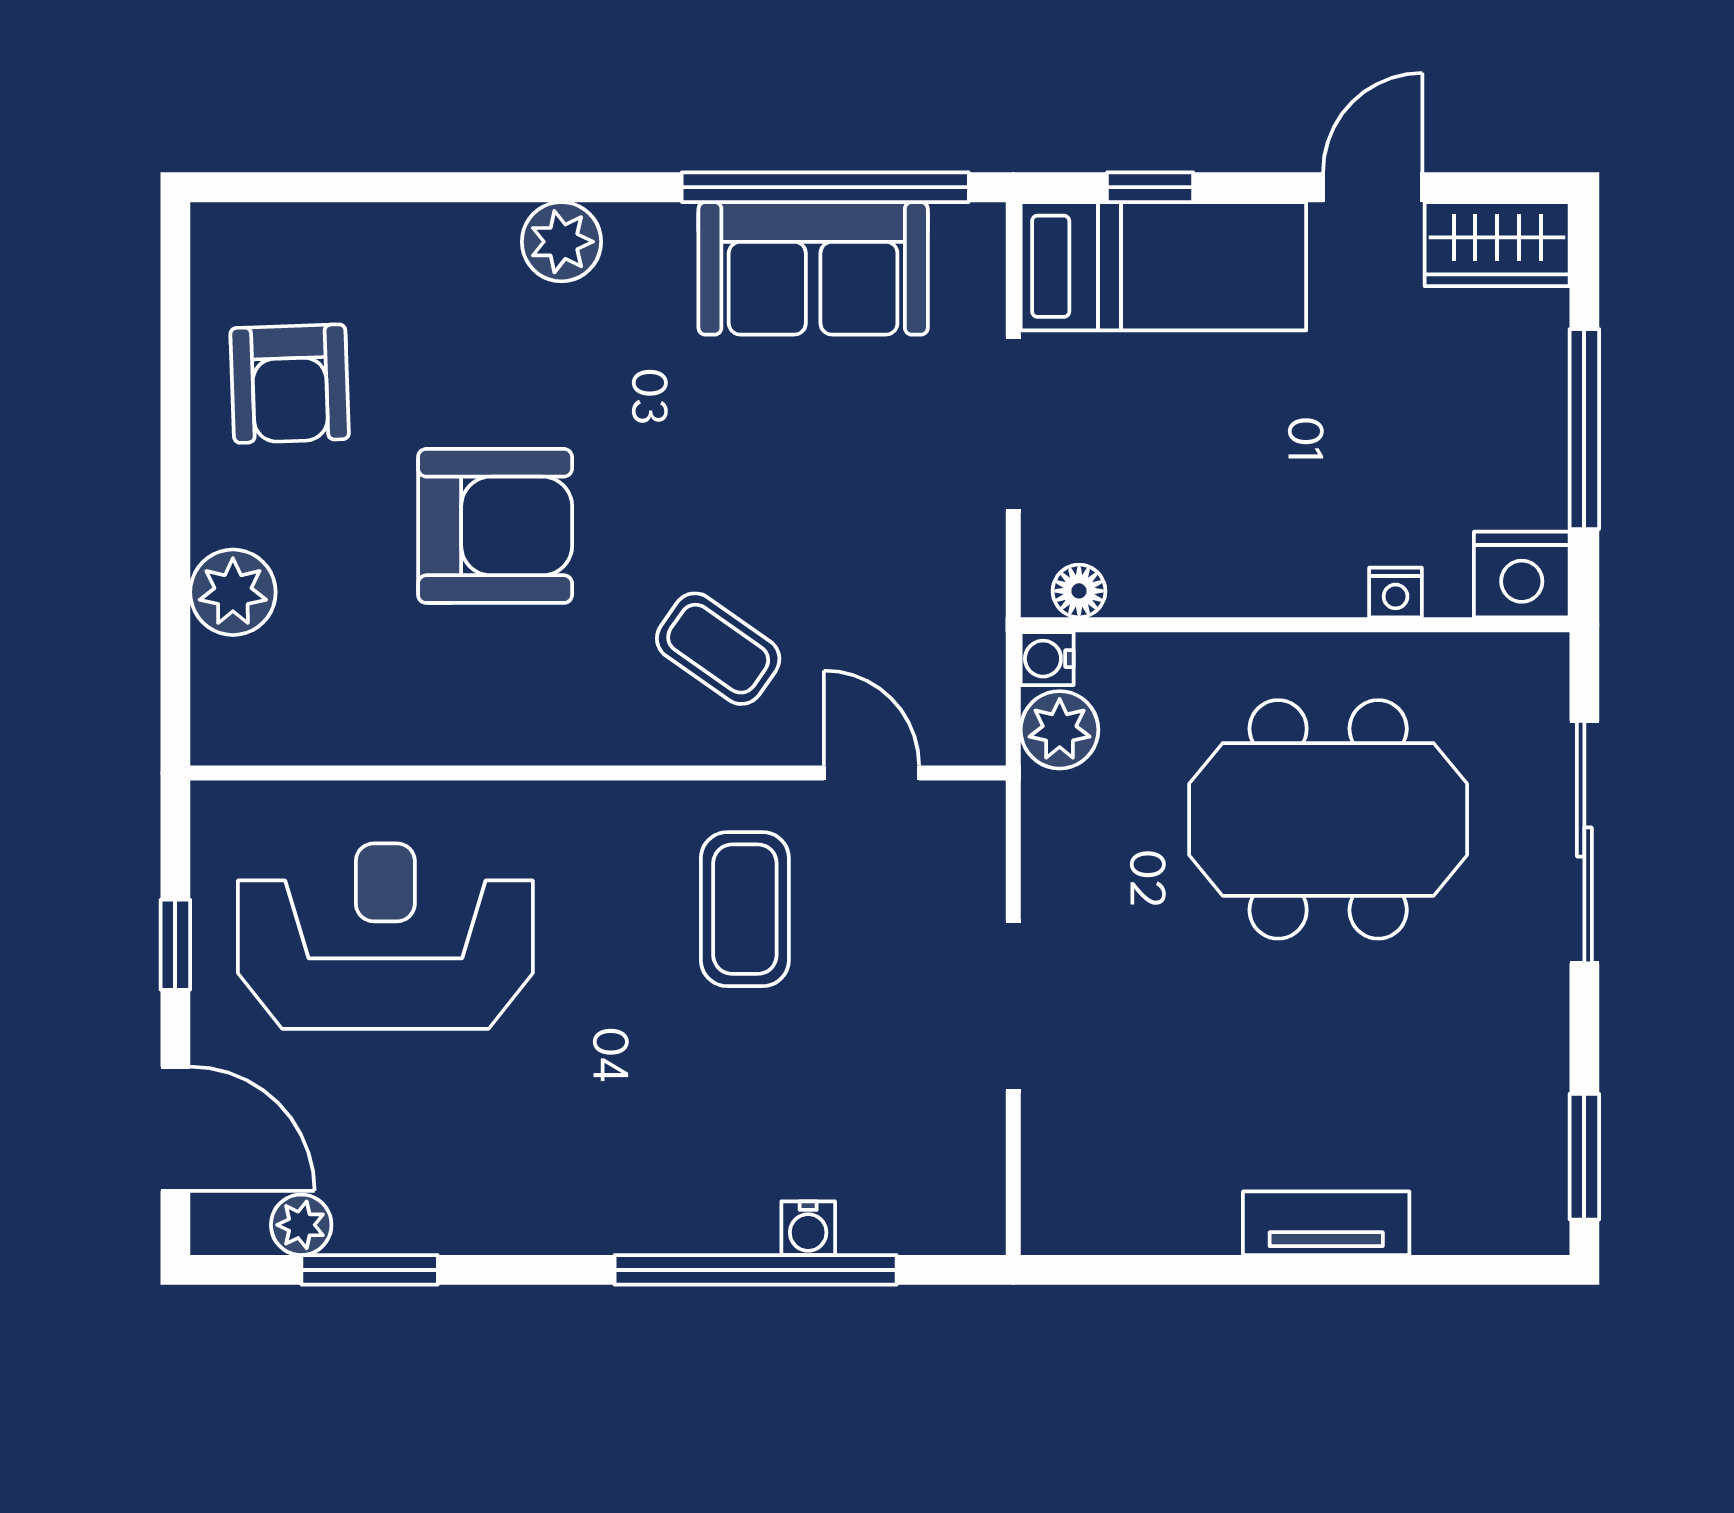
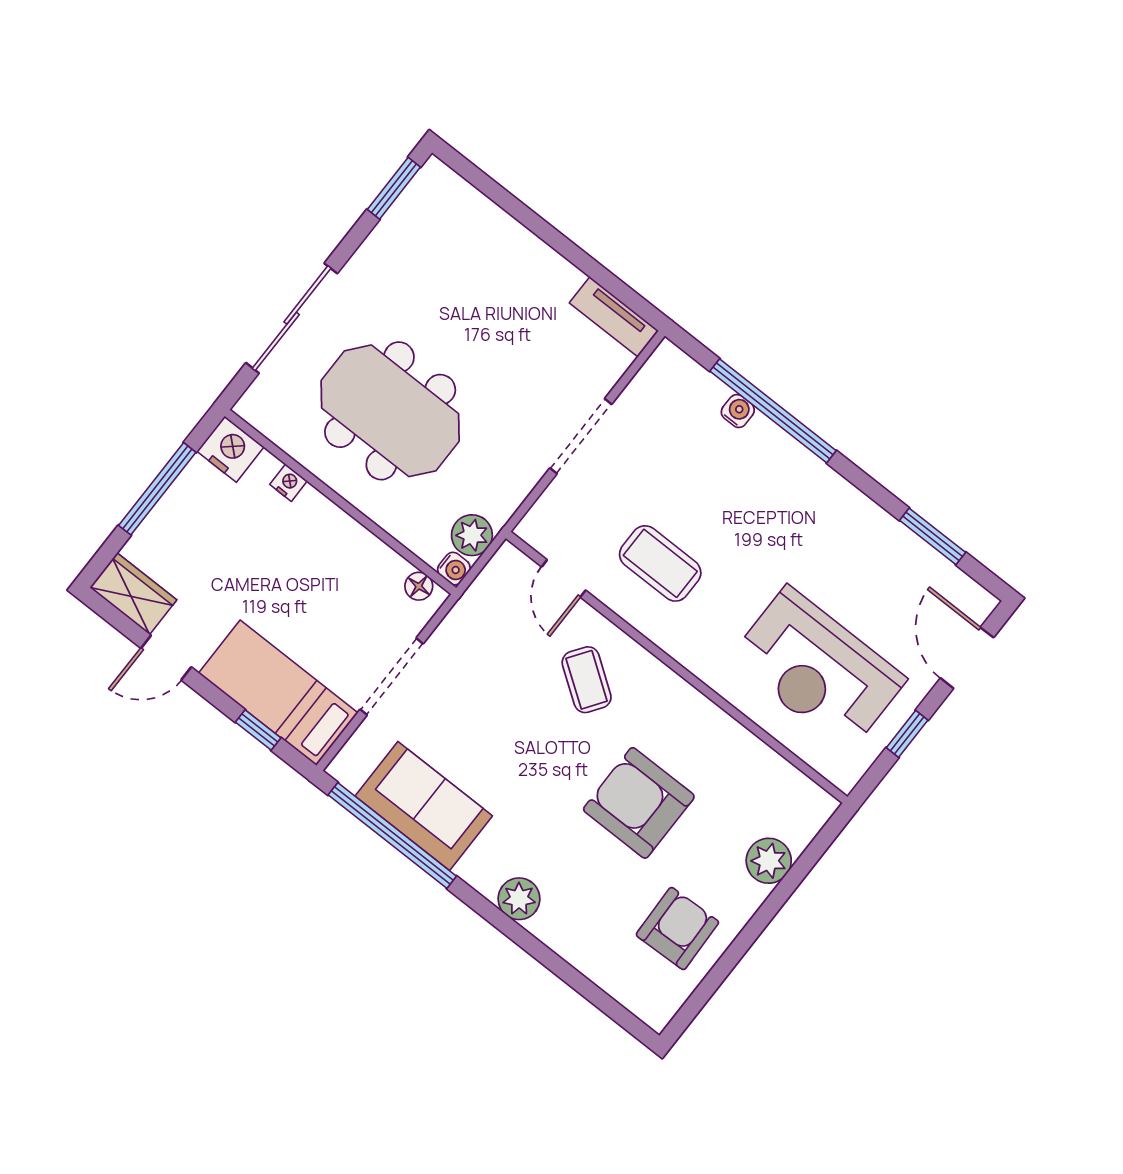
coffee table: (745, 909) -> (660, 563), turned 90
tv unit: (1326, 1223) -> (614, 317), moved
plant: (301, 1225) -> (946, 577), removed

